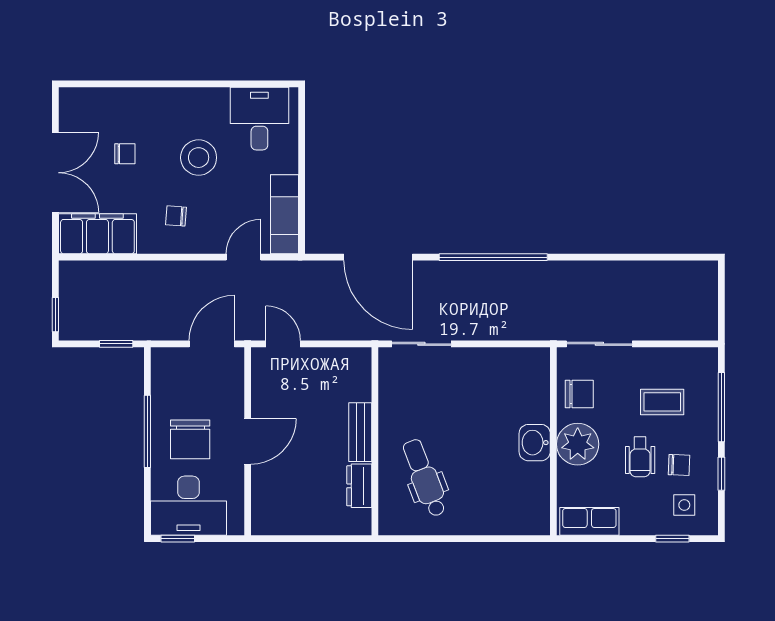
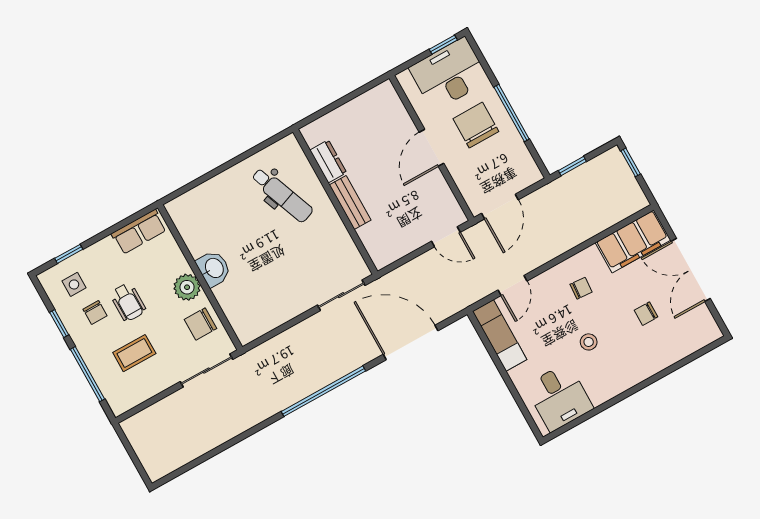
stool: (199, 158) -> (589, 342), width x0.53, depth x0.53
plant: (578, 444) -> (187, 287), width x0.73, depth x0.73
wheelchair: (640, 457) -> (128, 302), turned 180
chair: (679, 465) -> (95, 312), turned -92

